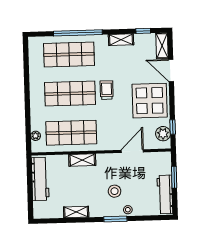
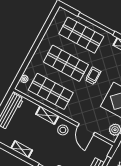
door: (132, 151) -> (86, 129), swing flipped
stool: (115, 191) -> (63, 130), moved

